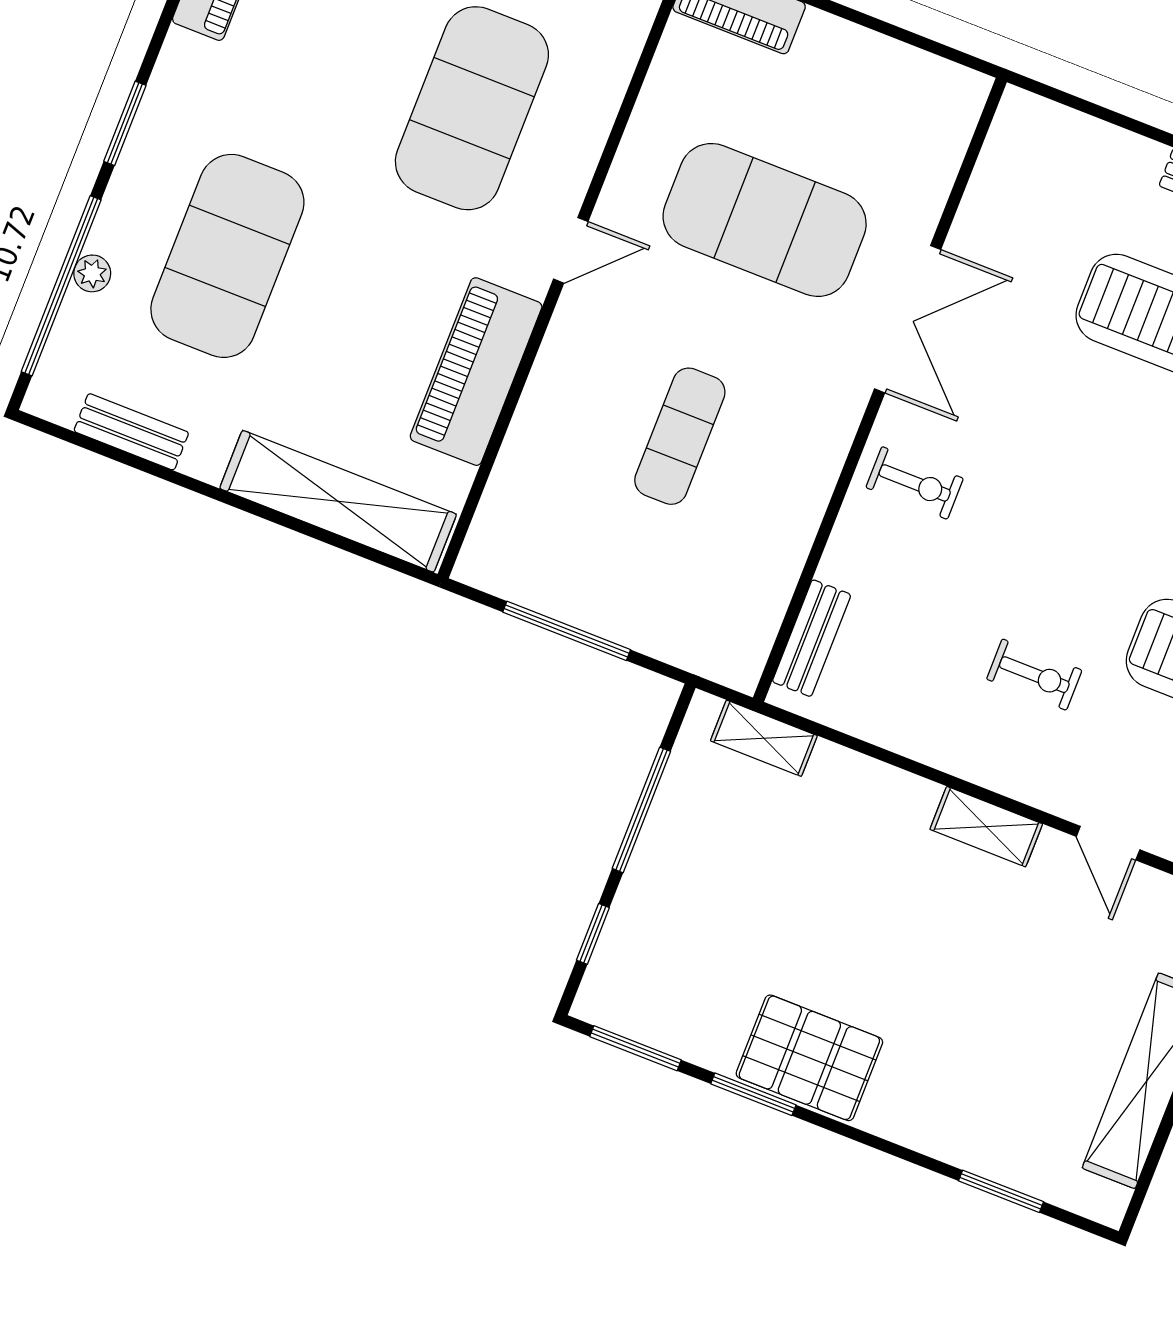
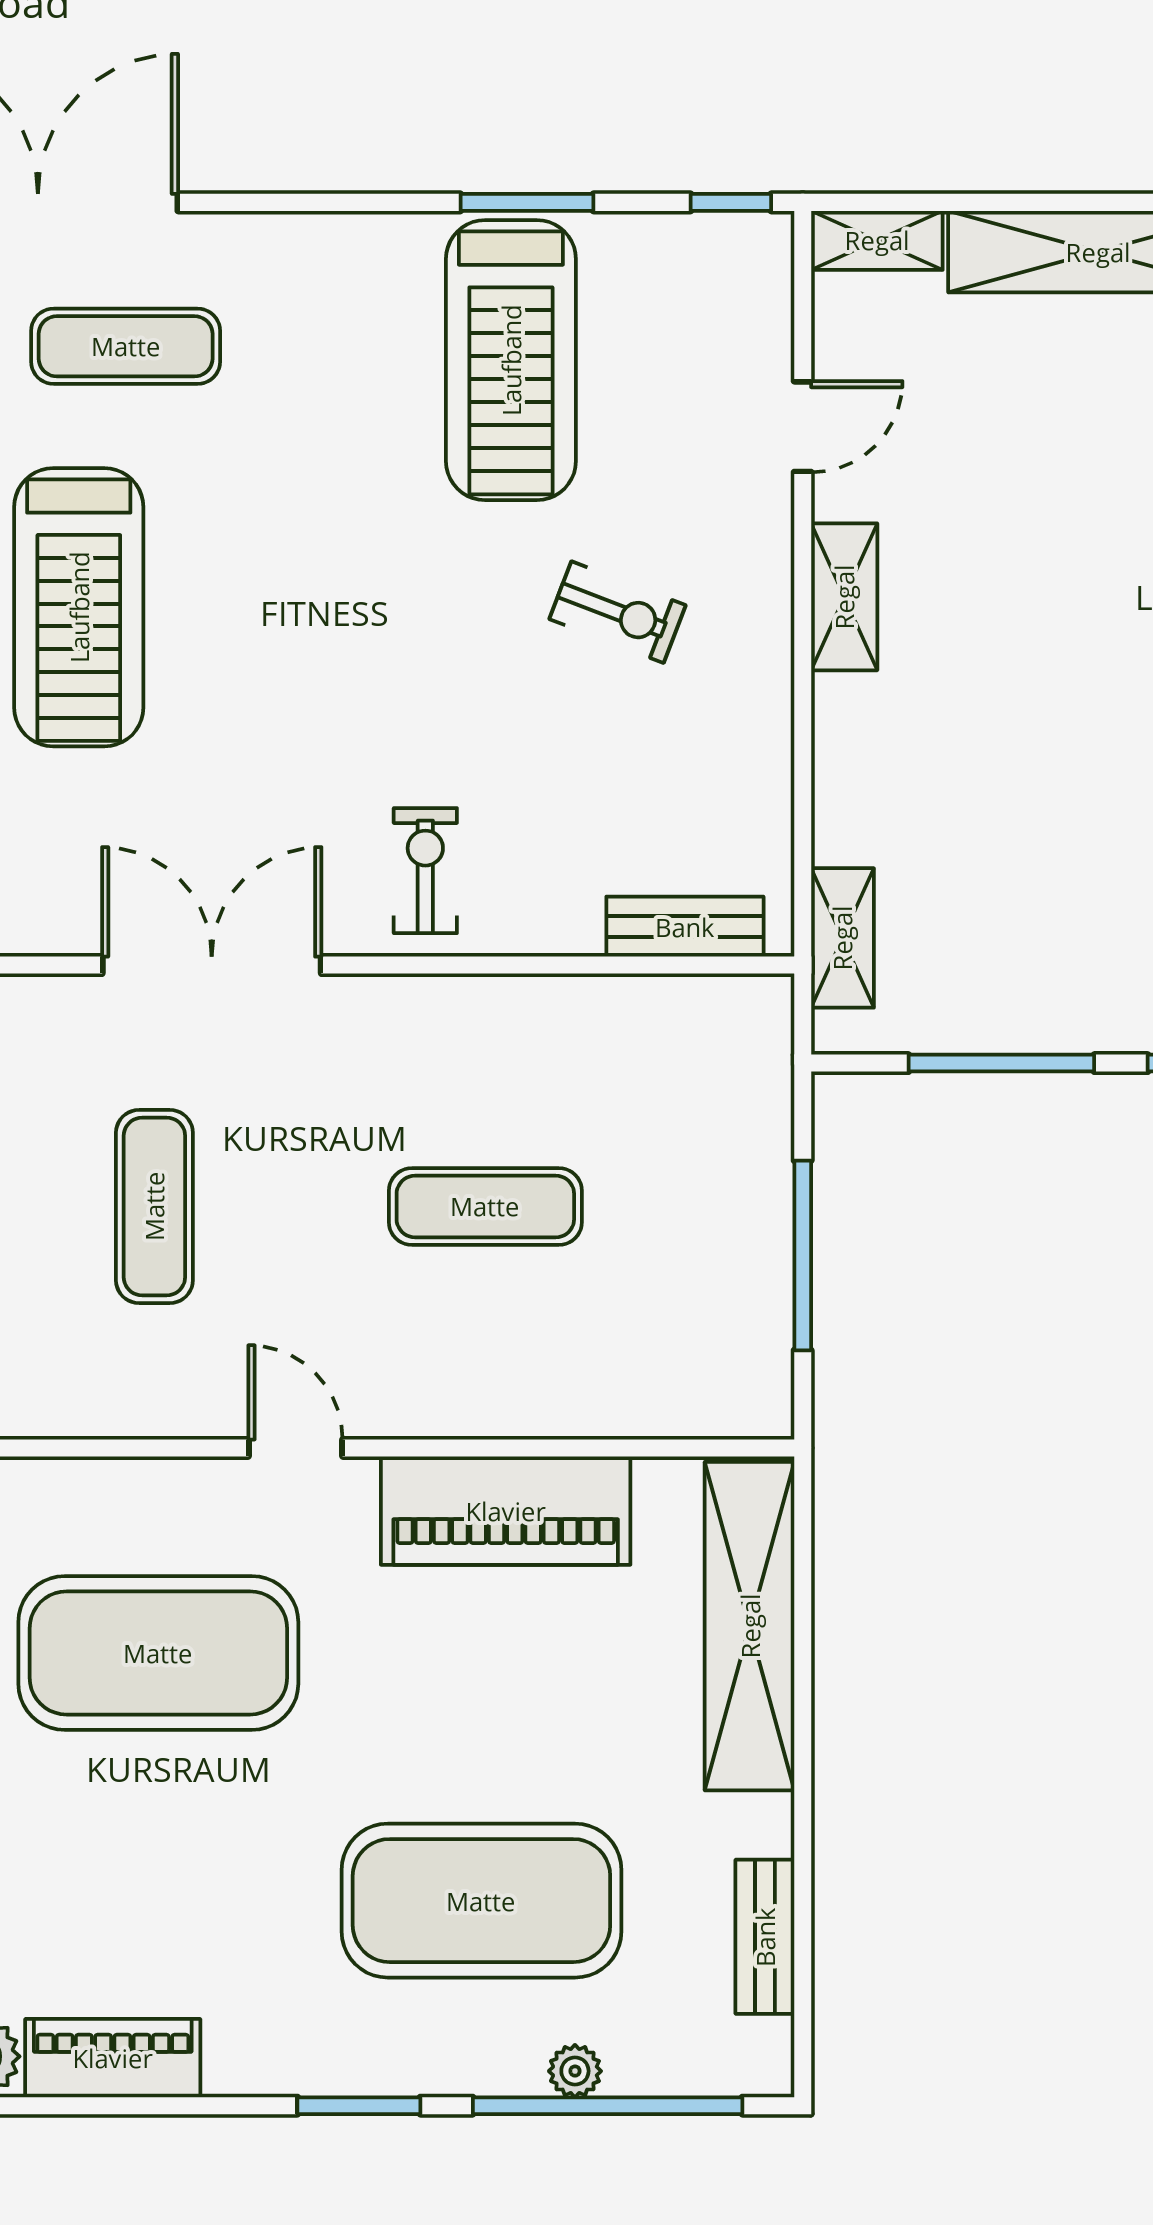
exercise mat: (765, 220) -> (154, 1206), width x0.50, depth x0.69
exercise bike: (1034, 675) -> (617, 612), turned 111

